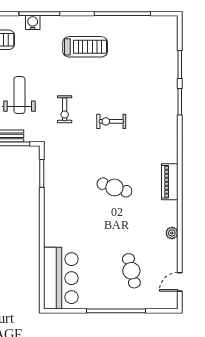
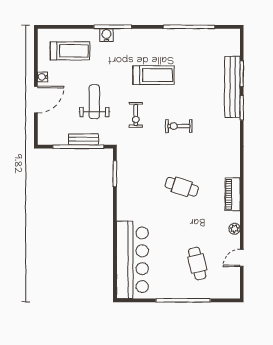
treadmill: (85, 47) -> (153, 75), moved
bench: (170, 79) -> (232, 87), added
piano: (170, 182) -> (233, 194), moved
bar counter: (61, 278) -> (132, 260), width x1.36
door: (180, 282) -> (242, 258), moved

